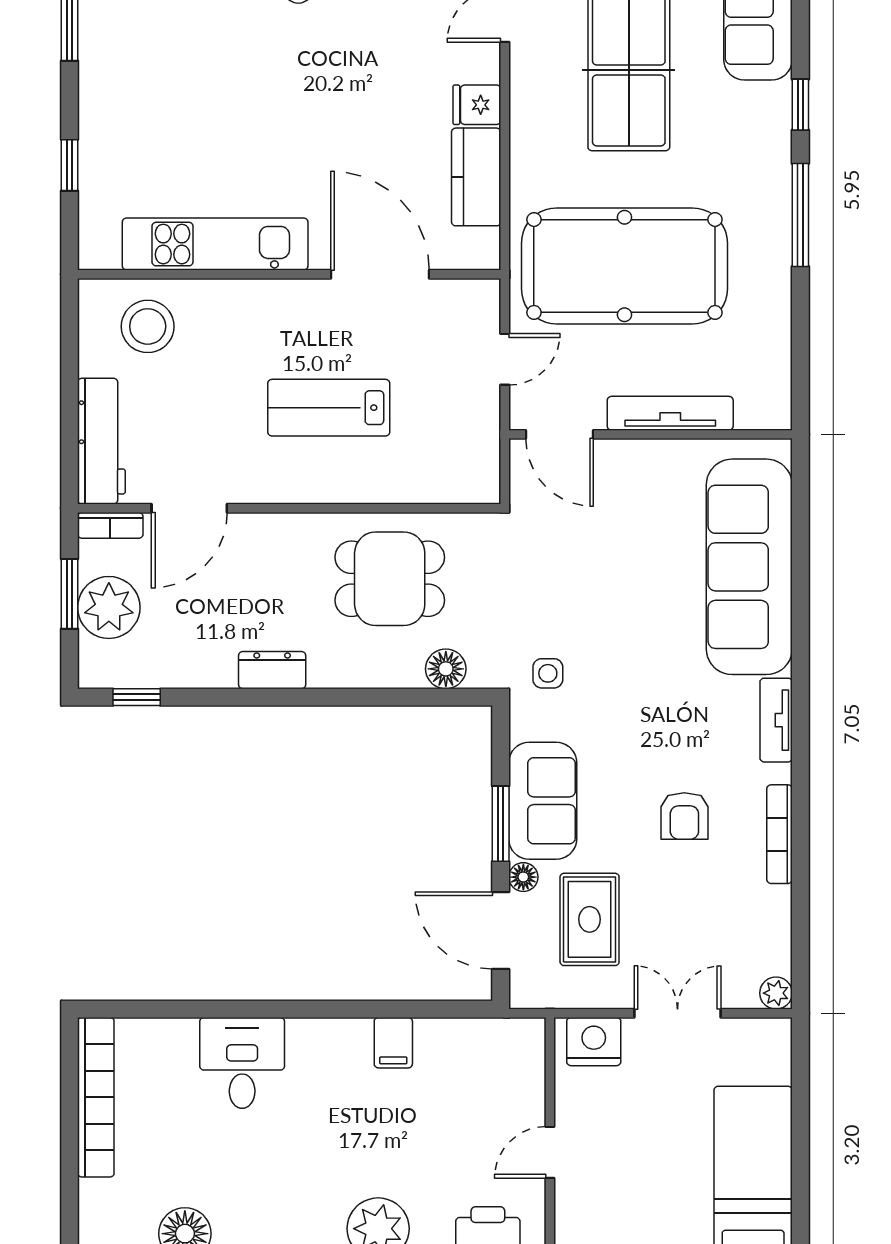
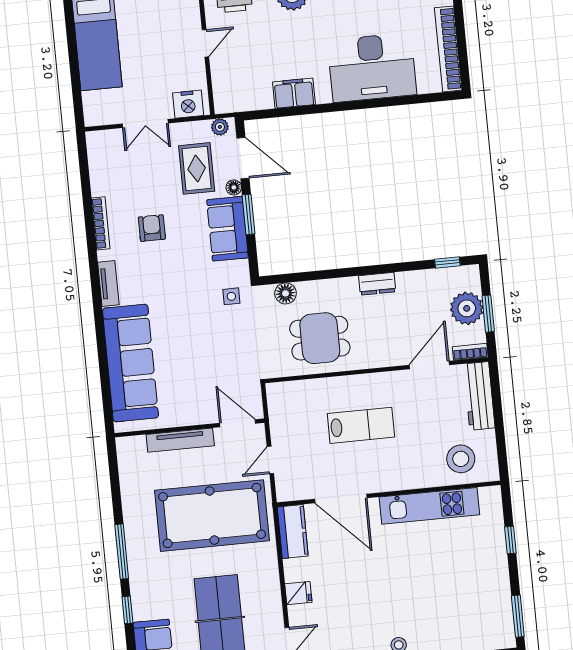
kitchen counter: (476, 177) -> (293, 532), moved
plant: (776, 993) -> (220, 127), moved
filing cabinet: (393, 1043) -> (294, 93), width x2.00
desk: (242, 1063) -> (372, 67), width x1.87, depth x1.30

